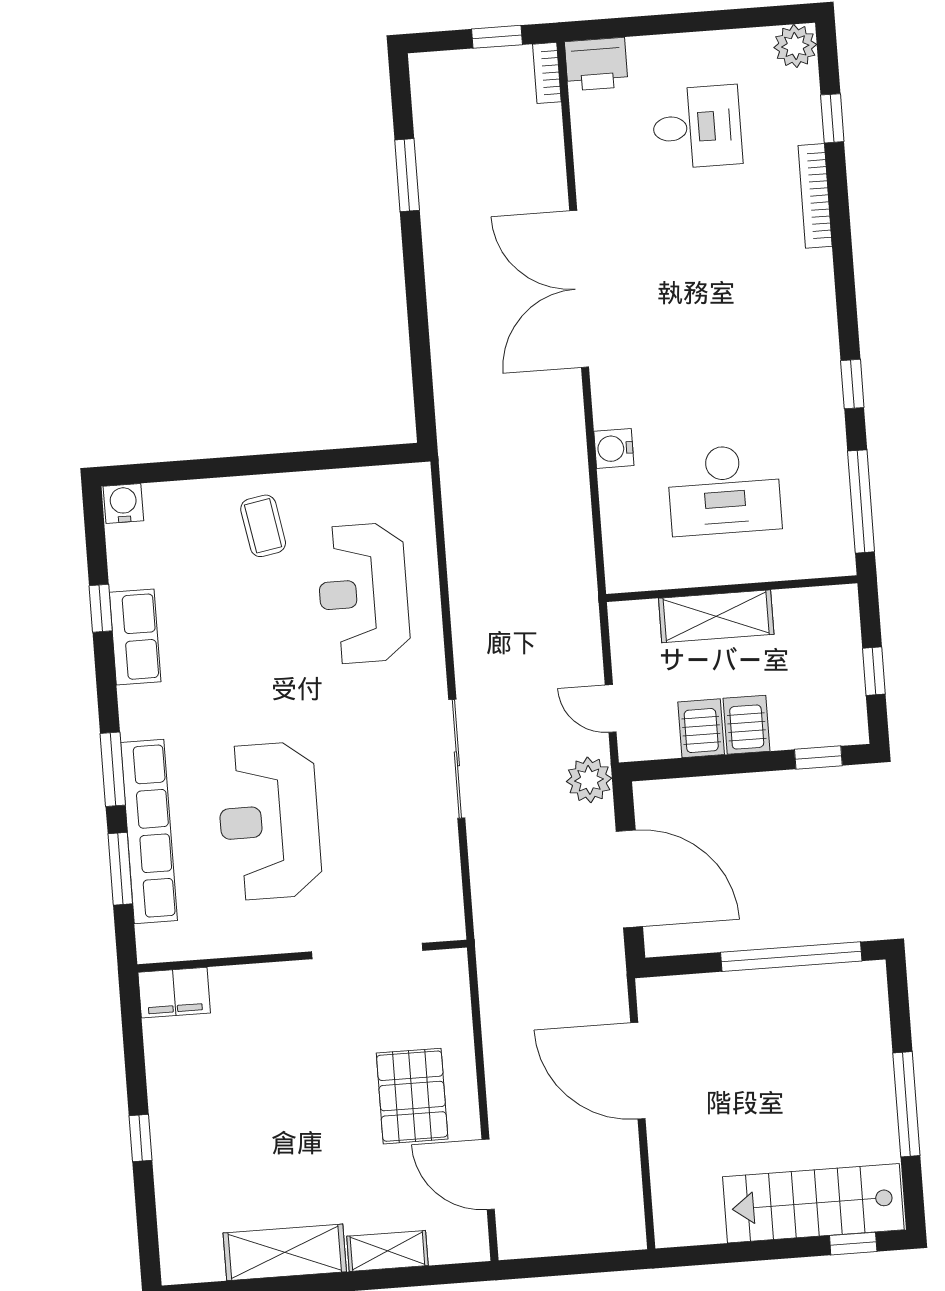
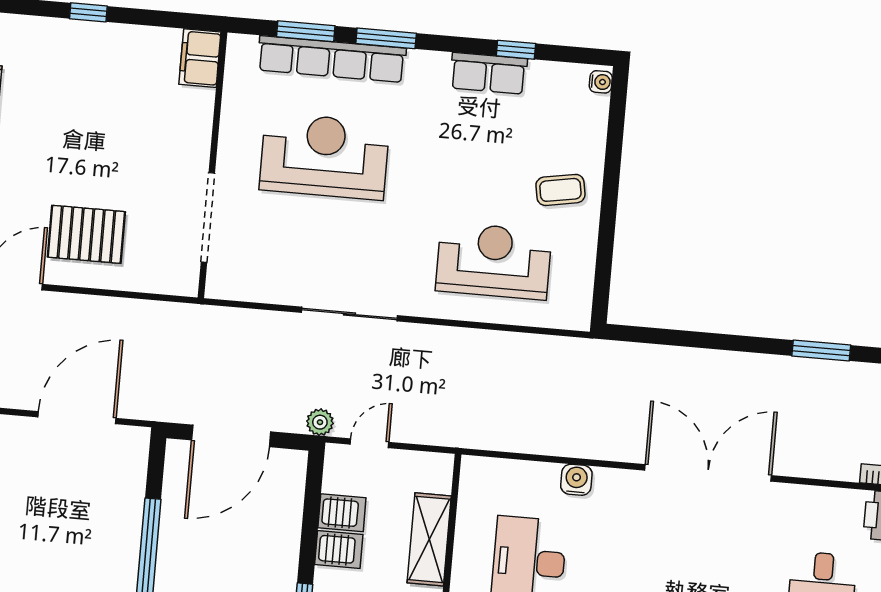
water cooler: (123, 503) -> (601, 82), width x0.72, depth x0.72
plant: (589, 780) -> (320, 422), width x0.73, depth x0.73

